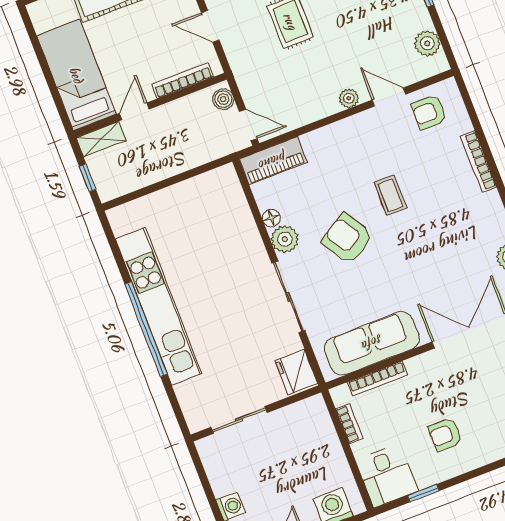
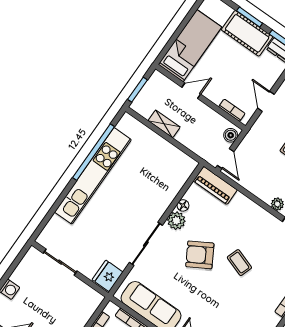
bookcase: (183, 80) -> (232, 110), width x0.64
shelving: (101, 139) -> (164, 124), moved
window: (88, 178) -> (137, 90), width x1.50
coffee table: (390, 195) -> (239, 263), turned -71
armchair: (348, 238) -> (200, 255), turned -88
window: (146, 329) -> (94, 152), moved

